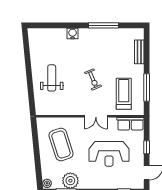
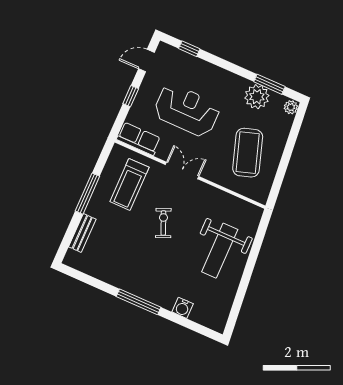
window: (104, 25) -> (139, 302), moved
water cooler: (73, 34) -> (183, 308), moved
weight bench: (52, 78) -> (220, 251), width x1.36, depth x1.33
window: (147, 88) -> (87, 194), moved

